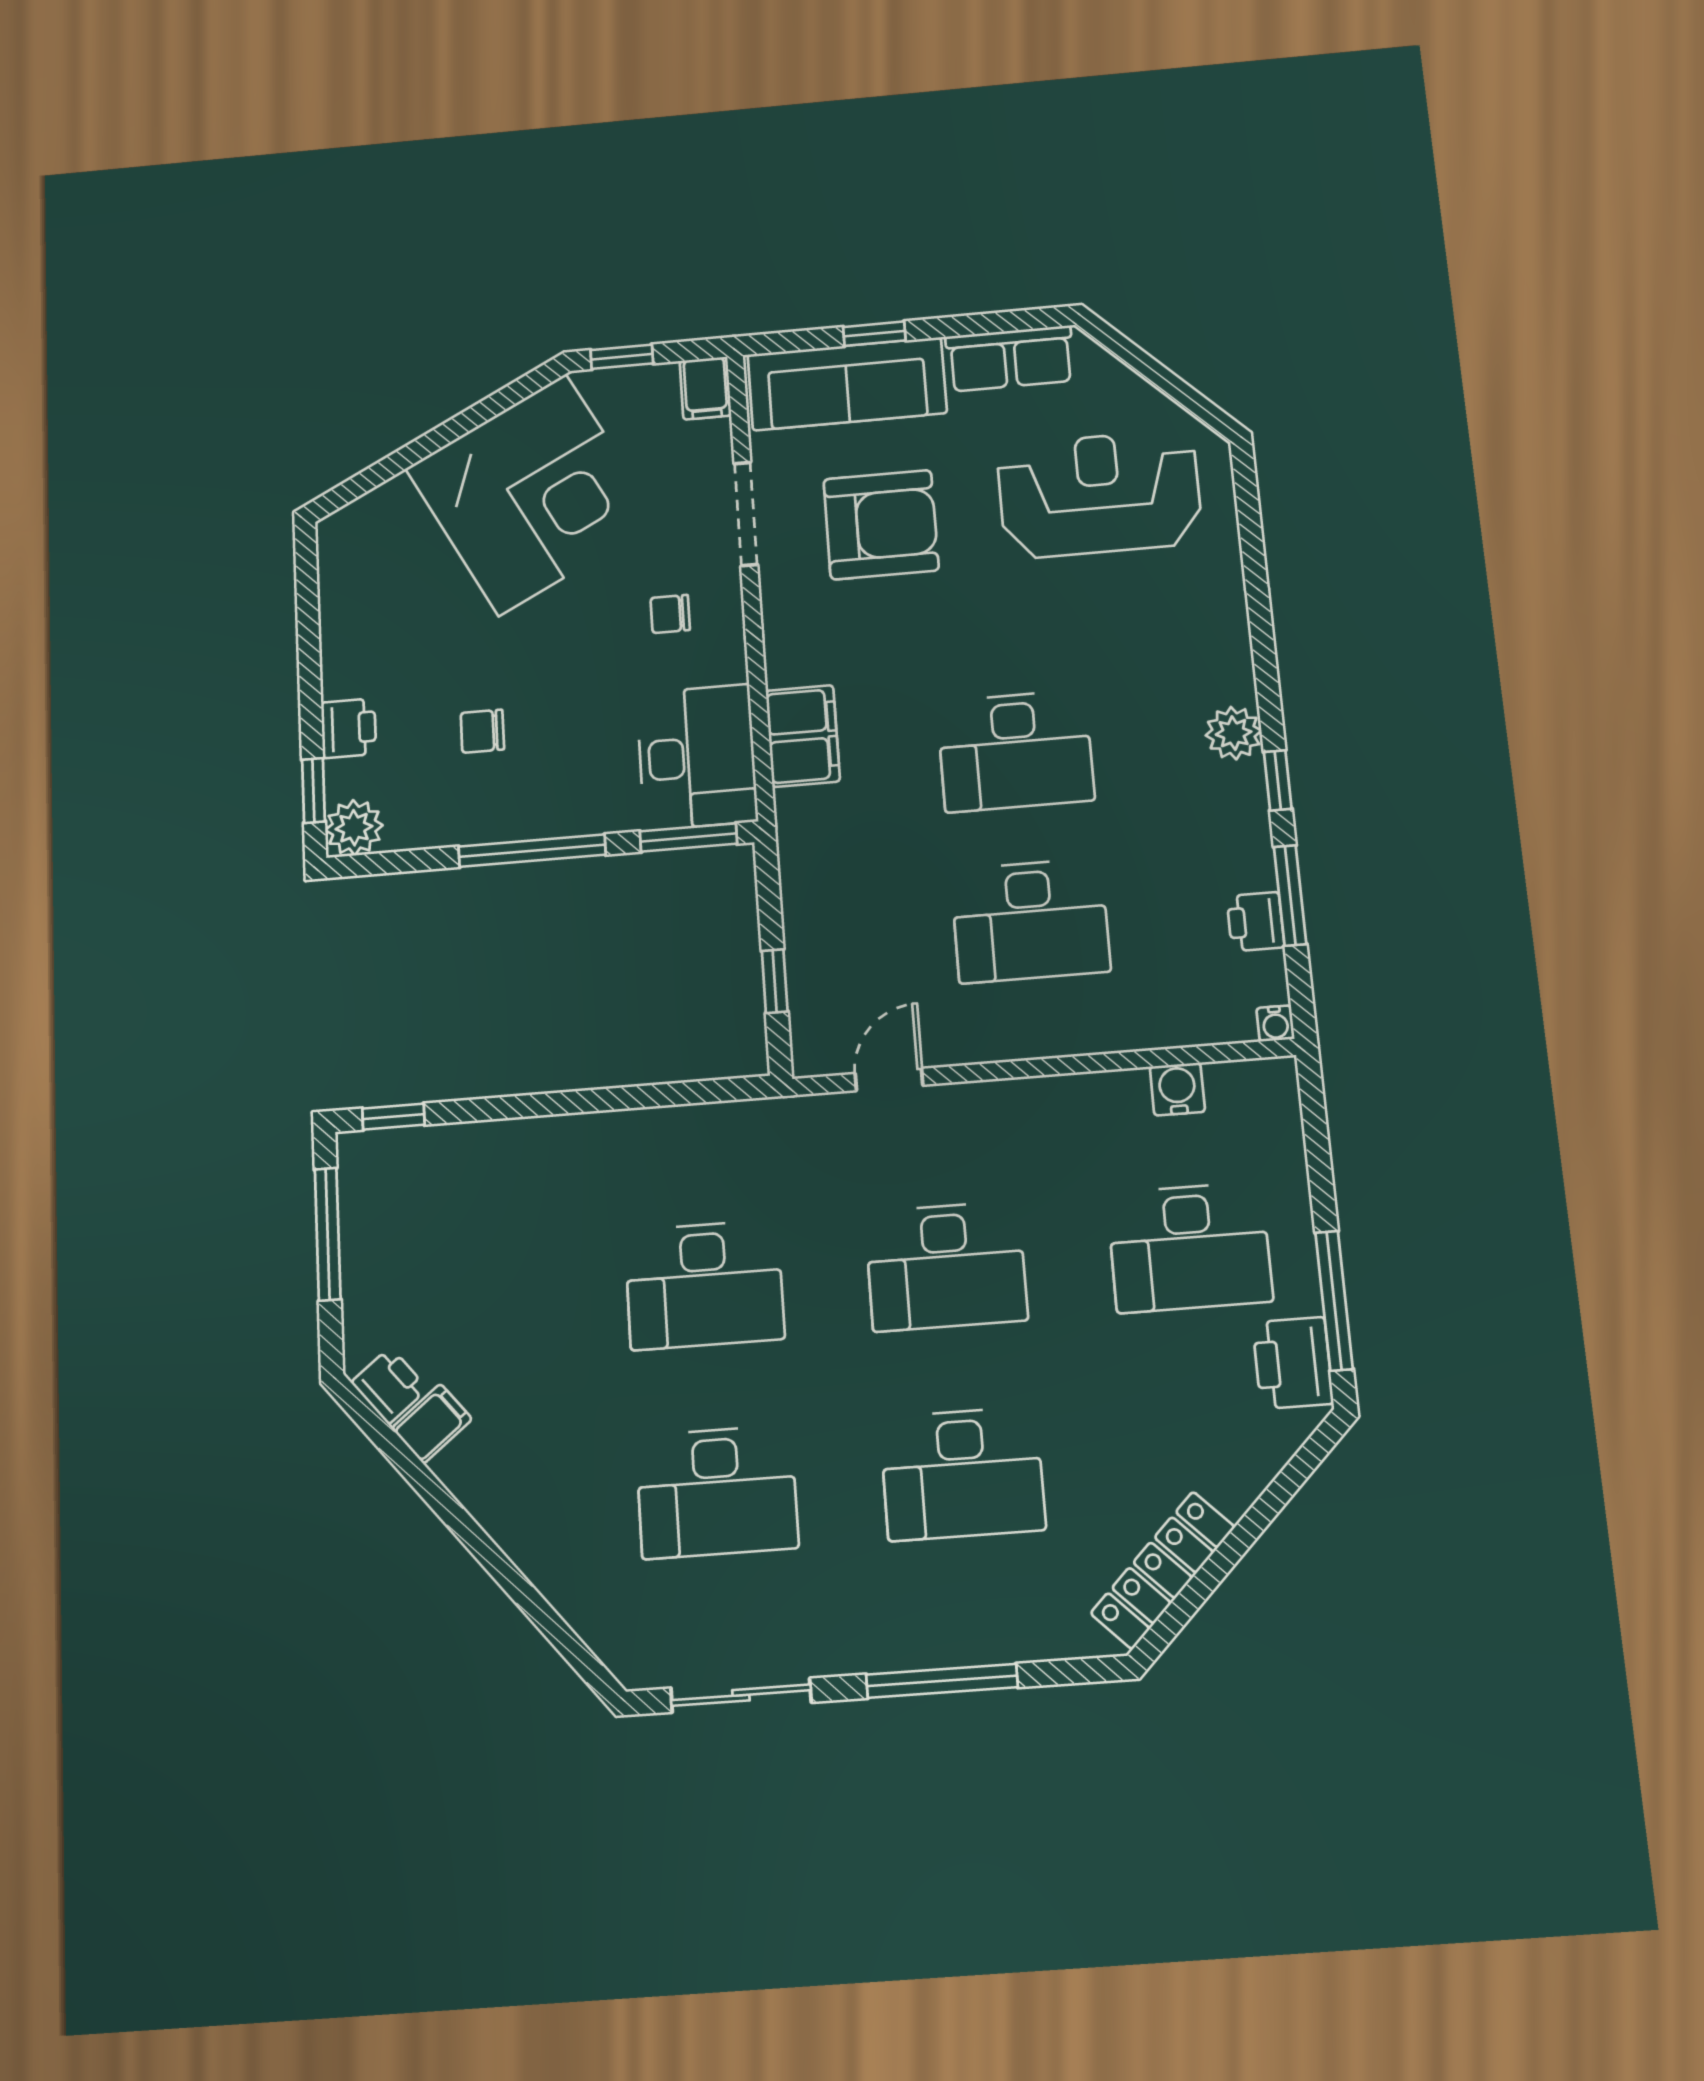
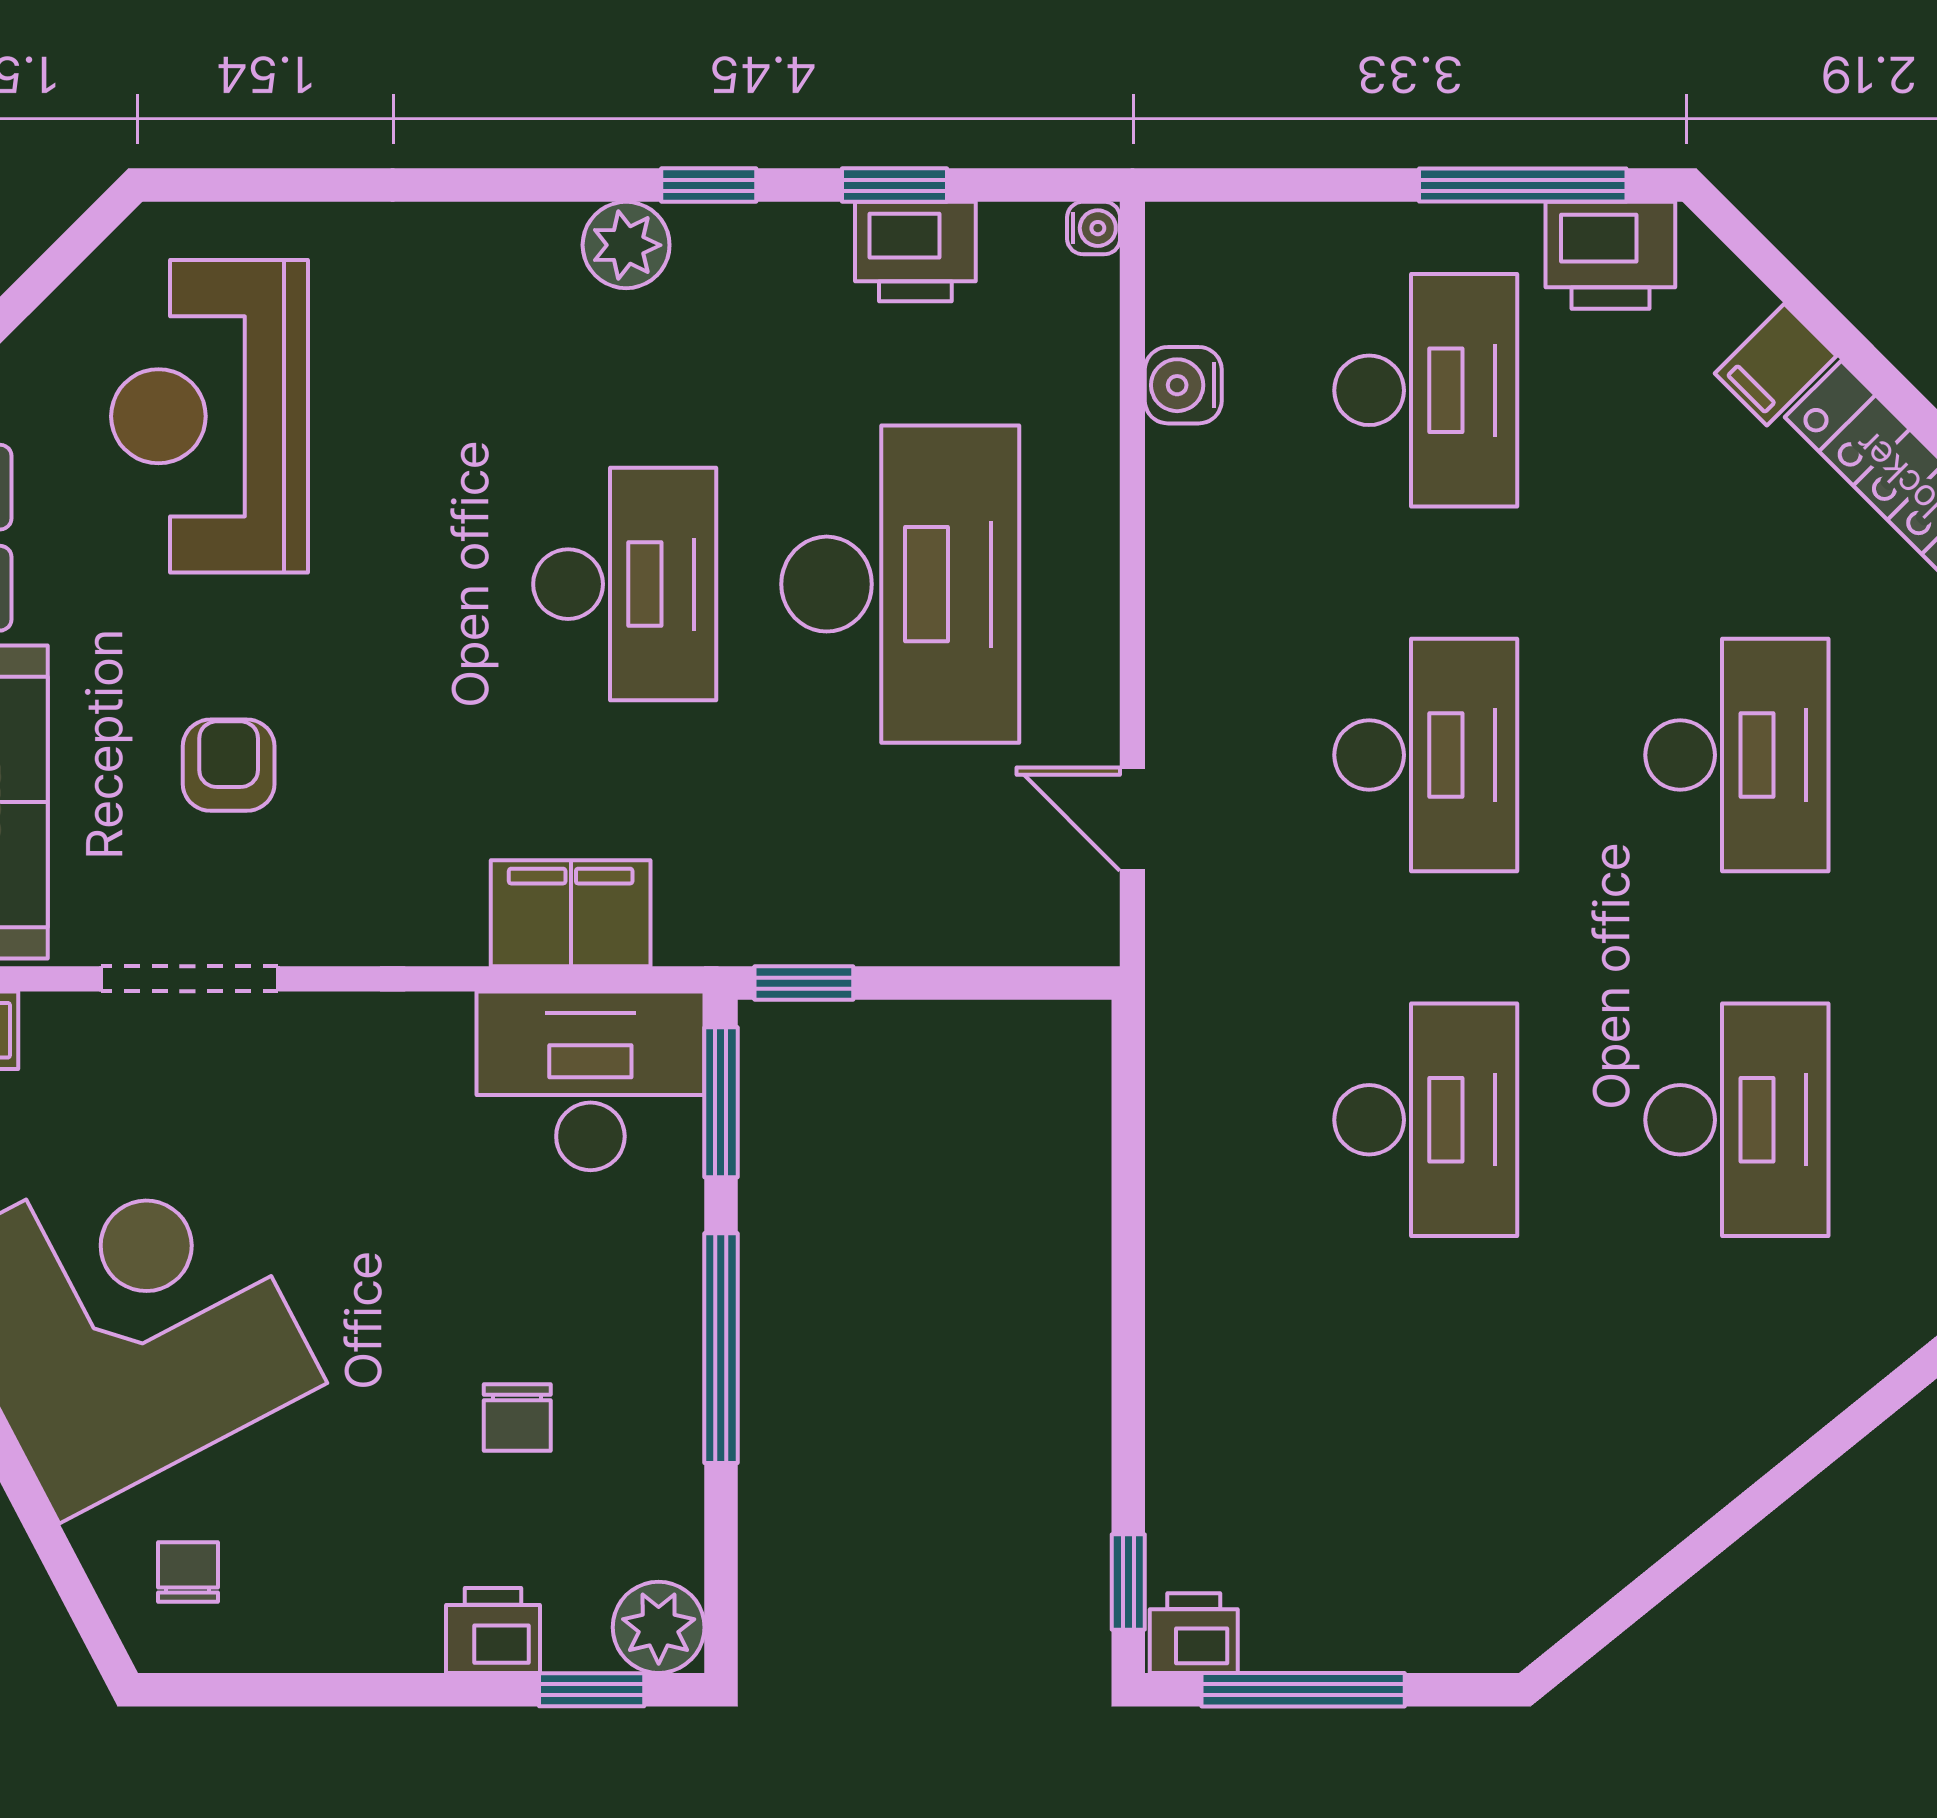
armchair: (881, 525) -> (229, 765), width x0.53, depth x0.53
chair: (670, 614) -> (188, 1572), moved, turned 180
window: (1290, 895) -> (894, 185), width x0.67
desk: (1030, 921) -> (900, 584), width x1.36, depth x1.30
printer: (1255, 922) -> (915, 252), width x1.36, depth x1.24
window: (775, 981) -> (804, 983), moved
printer: (389, 1385) -> (1194, 1633), moved, turned 39
filing cabinet: (432, 1424) -> (1776, 365), moved, turned -96

